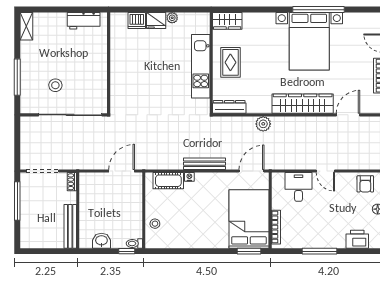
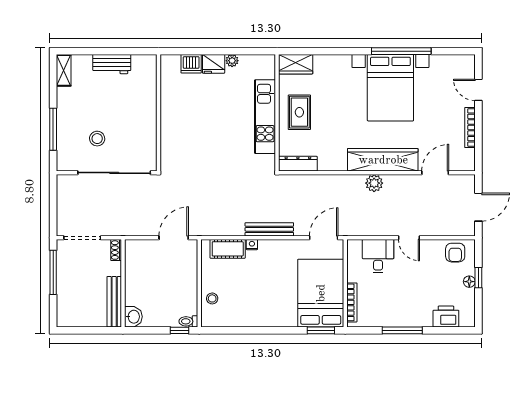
workbench: (84, 21) -> (112, 64), moved
plant: (263, 124) -> (374, 183), moved
washbasin: (101, 241) -> (133, 317), moved, turned 90

